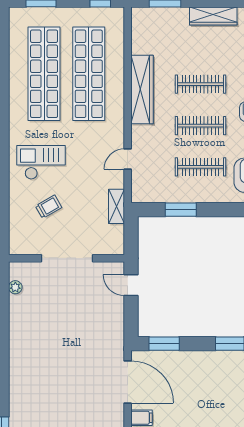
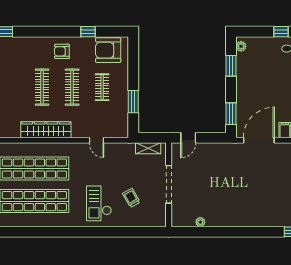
clothes rail: (201, 167) -> (102, 87), width x0.73
shelving: (116, 206) -> (148, 148), moved
plant: (15, 287) -> (200, 222), moved

